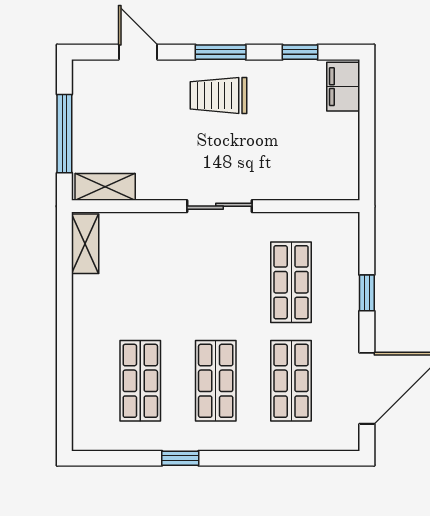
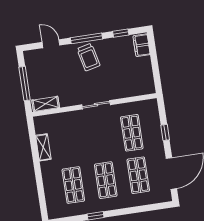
window: (221, 52) -> (86, 38), width x1.44
trolley: (218, 95) -> (88, 57), turned -103
shelving: (85, 244) -> (43, 147), moved

